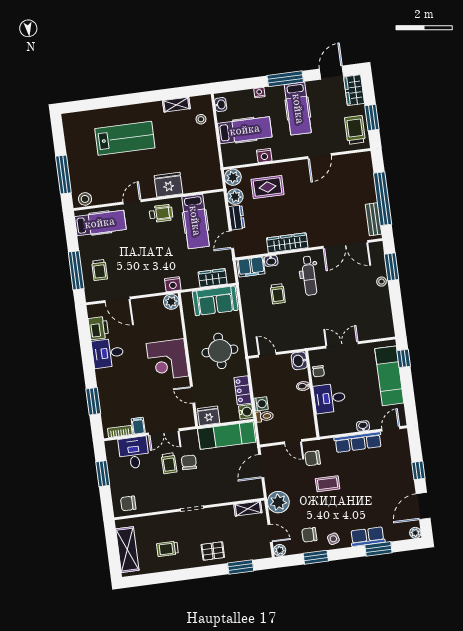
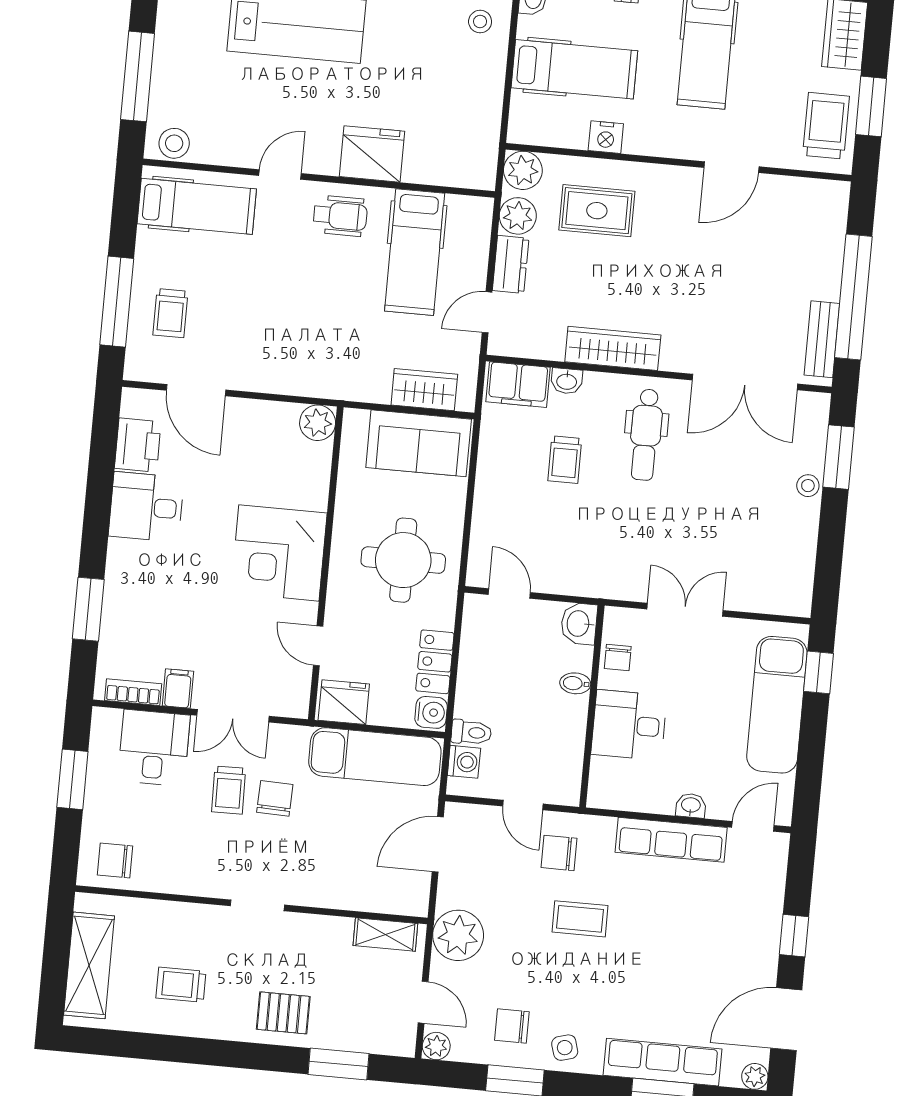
nightstand: (173, 284) -> (330, 383), removed
washing machine: (261, 404) -> (464, 762), moved
row of seats: (368, 537) -> (662, 1062), width x1.48

